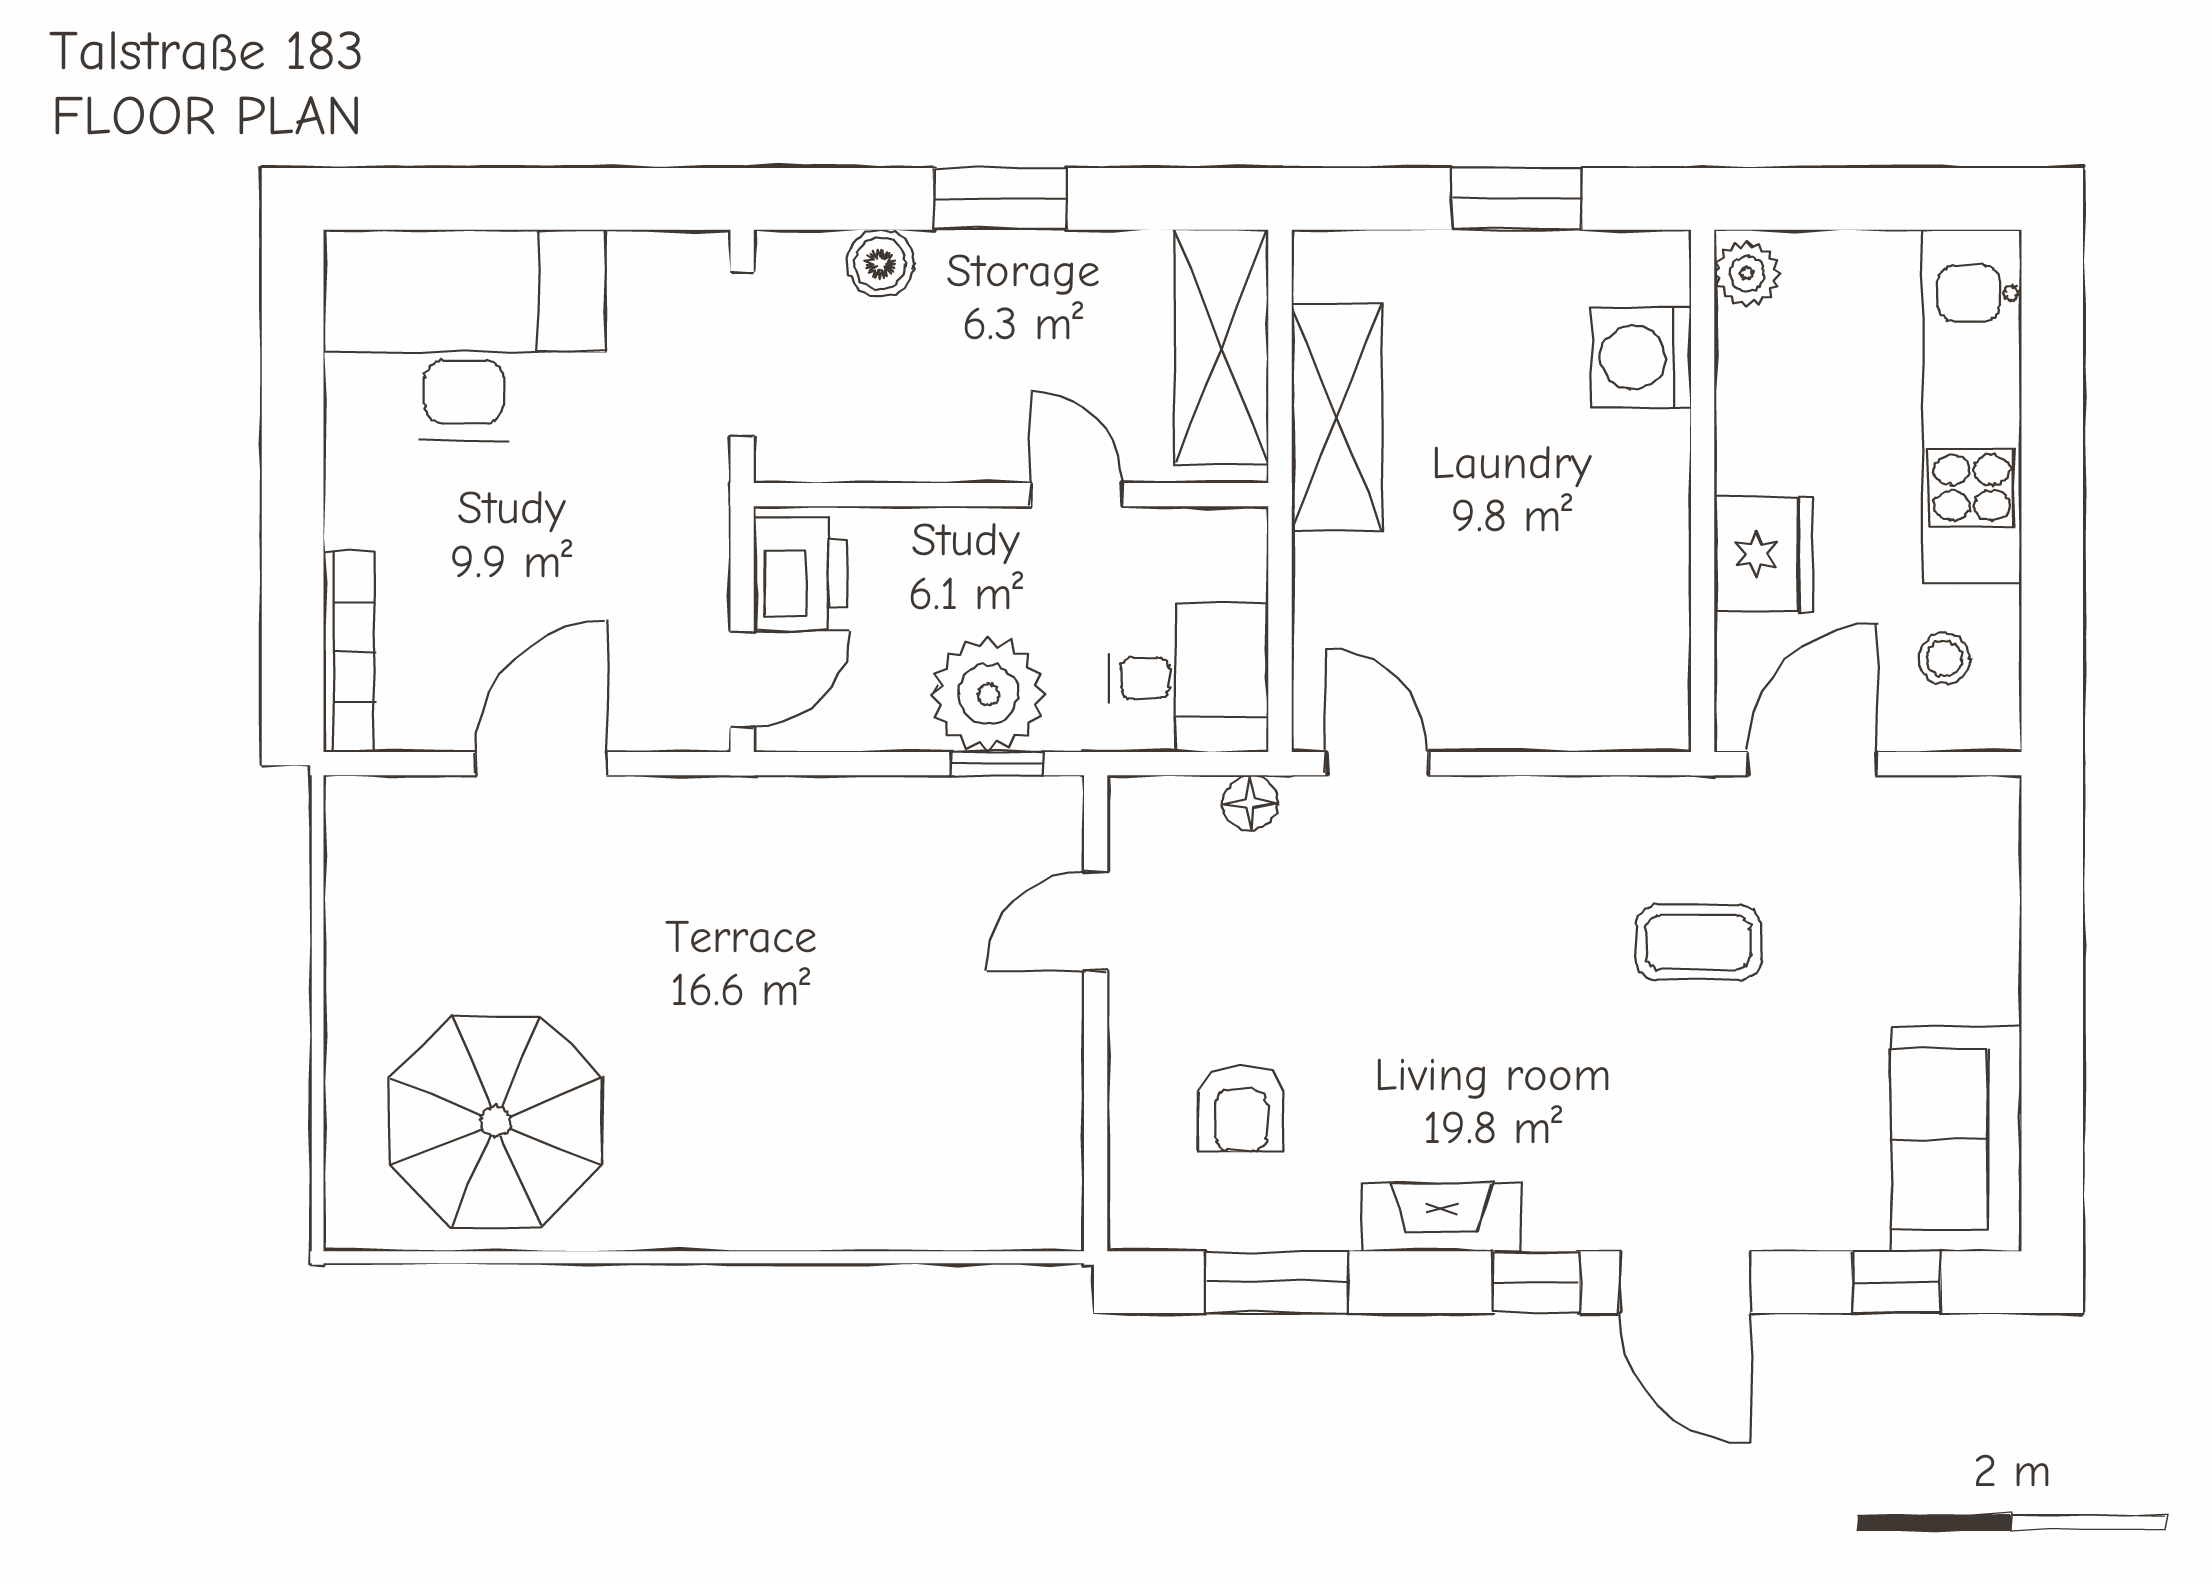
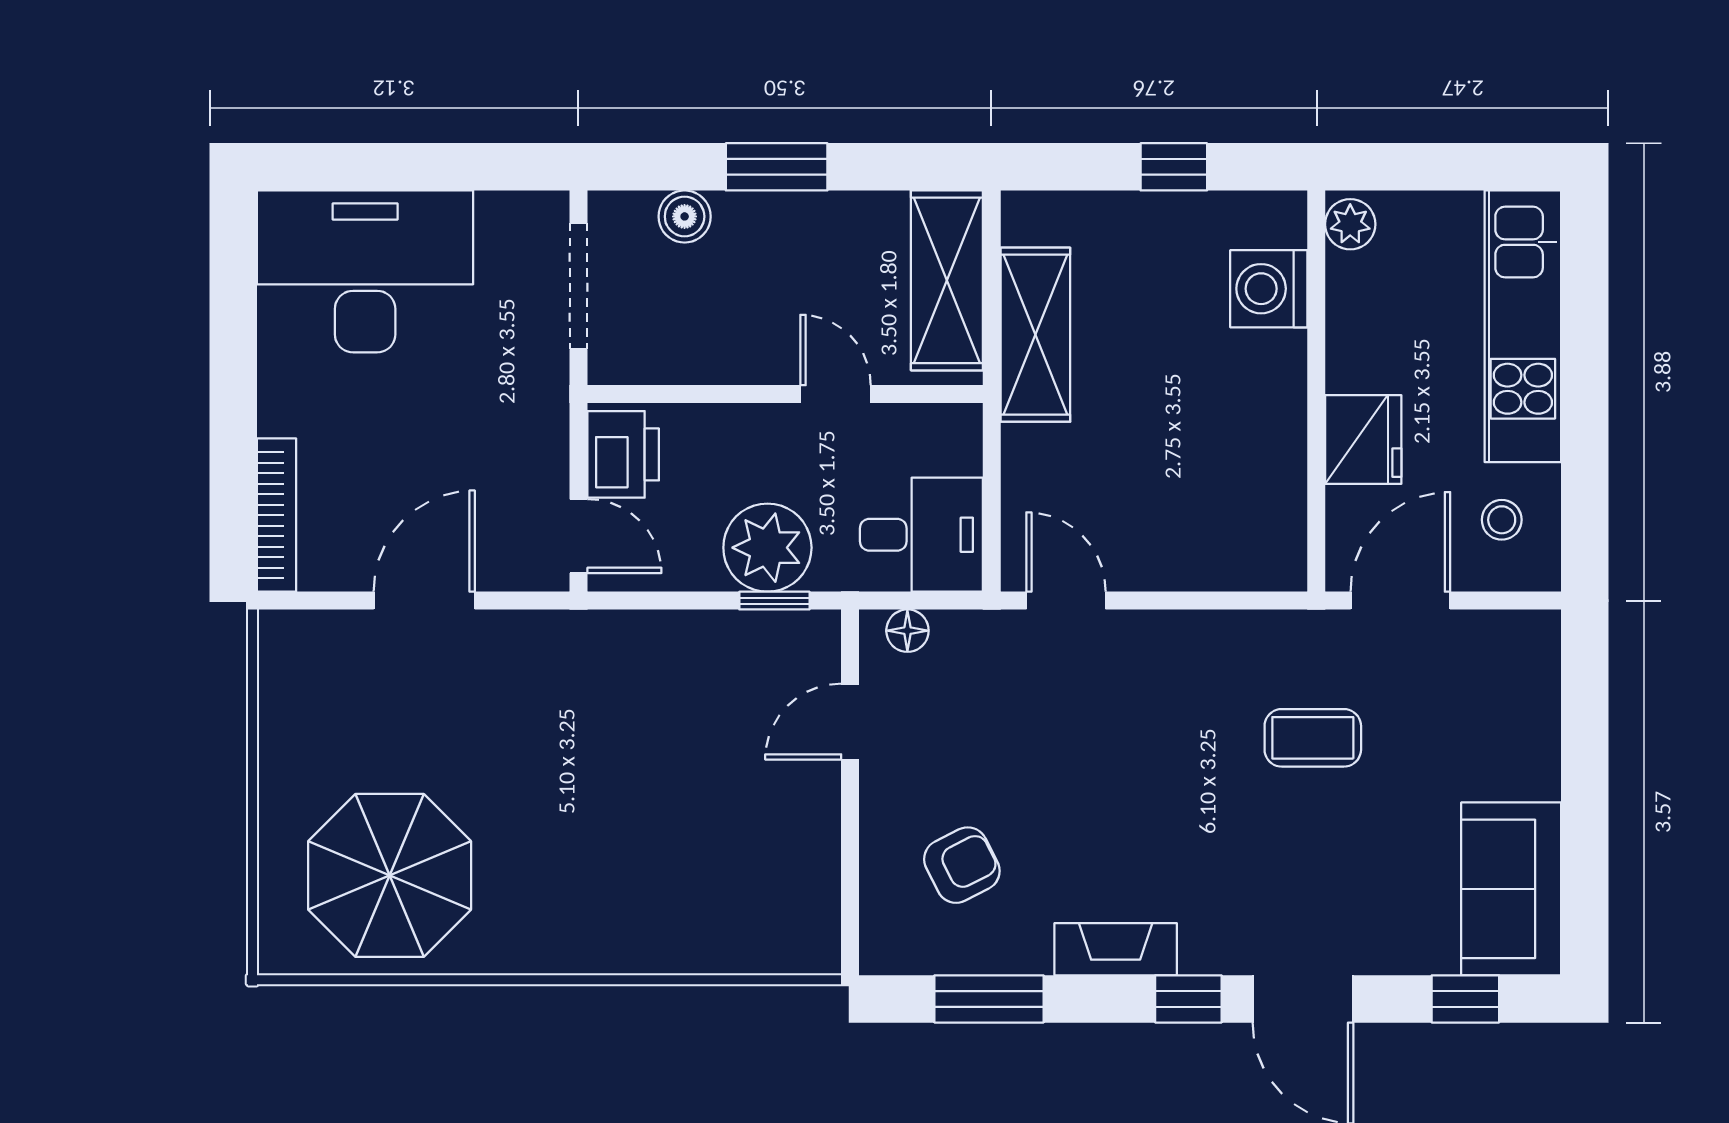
window: (1517, 199) -> (1174, 167), width x0.67
door: (742, 680) -> (579, 536), hinge flipped
floor lamp: (1250, 803) -> (907, 631), moved
armchair: (1241, 1108) -> (962, 865), turned -117

